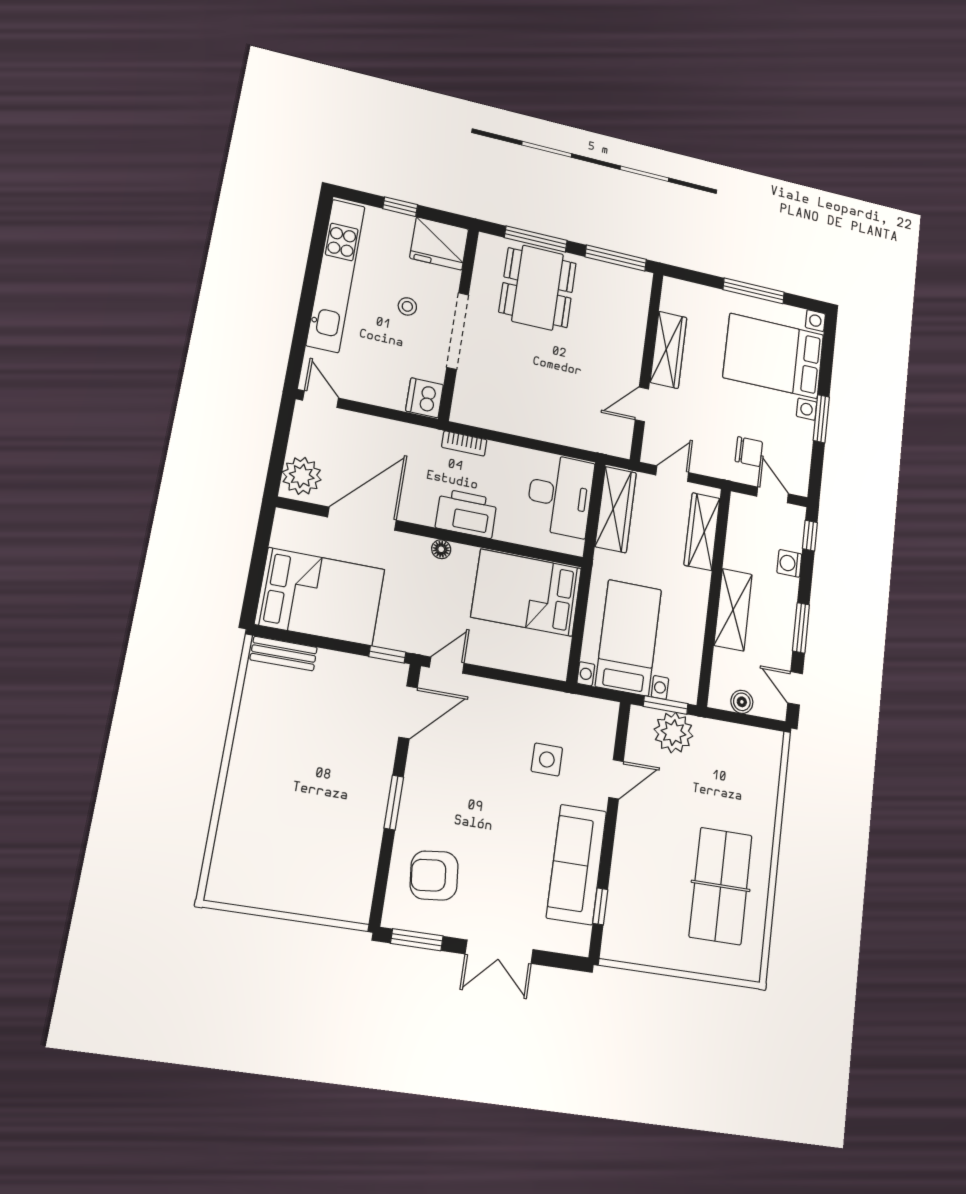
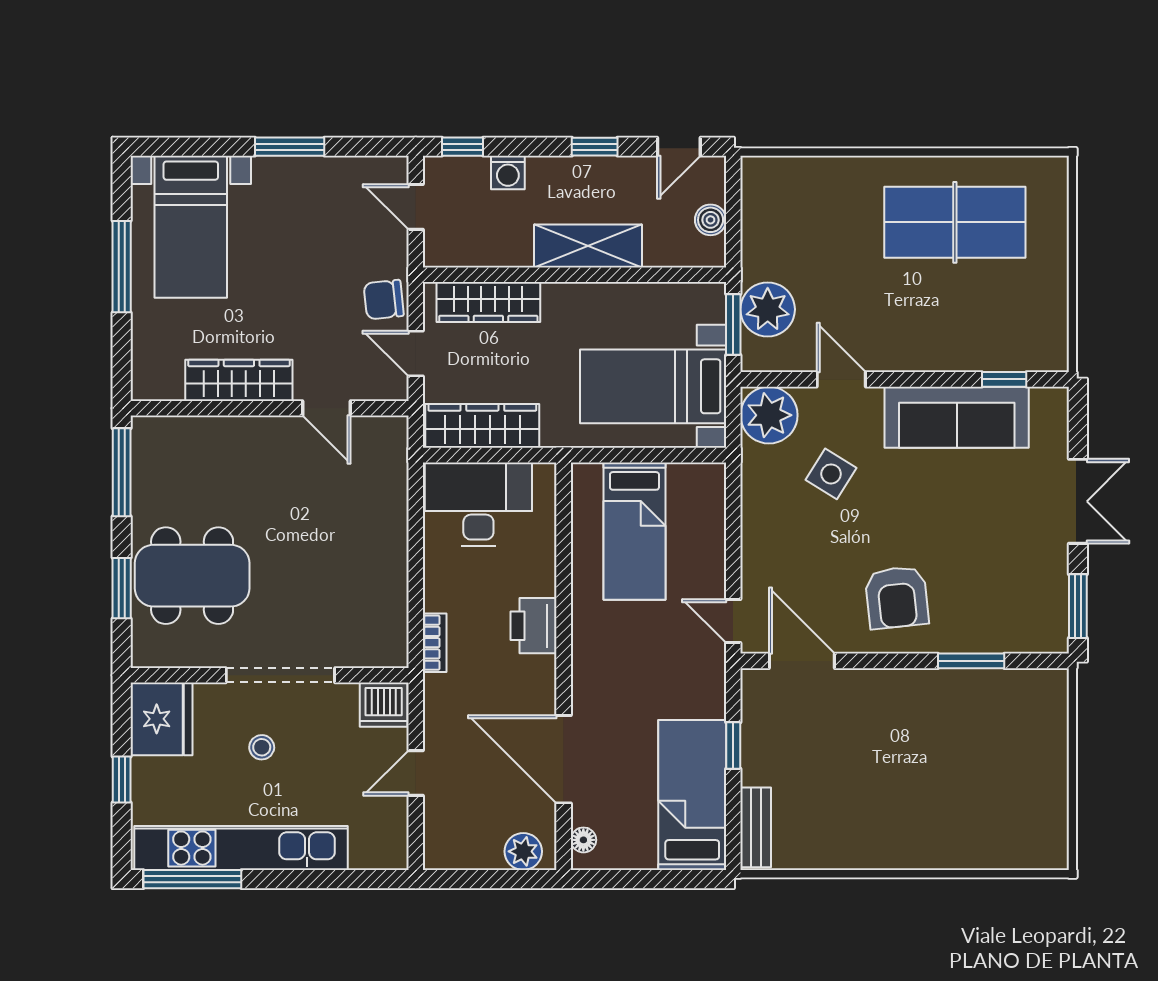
window: (319, 237) -> (192, 879), added
window: (536, 239) -> (122, 588), width x0.69
bed with nightstands: (774, 356) -> (191, 227), width x0.73
door: (321, 399) -> (416, 773), moved
chair: (749, 452) -> (384, 300), moved, turned -96
plant: (302, 476) -> (523, 851), width x0.73, depth x0.73
door: (773, 495) -> (416, 207), hinge flipped
printer: (466, 513) -> (533, 626), width x0.73, depth x0.84
floor lamp: (441, 549) -> (583, 840), moved
bed: (526, 593) -> (634, 531), width x0.67
bed: (320, 597) -> (692, 795), width x0.67
window: (801, 628) -> (595, 147), width x0.67
window: (387, 654) -> (733, 746), moved
plant: (597, 720) -> (769, 415), added
side table: (547, 760) -> (831, 474), turned 32
window: (394, 802) -> (971, 661), moved
armchair: (434, 875) -> (897, 597), moved

